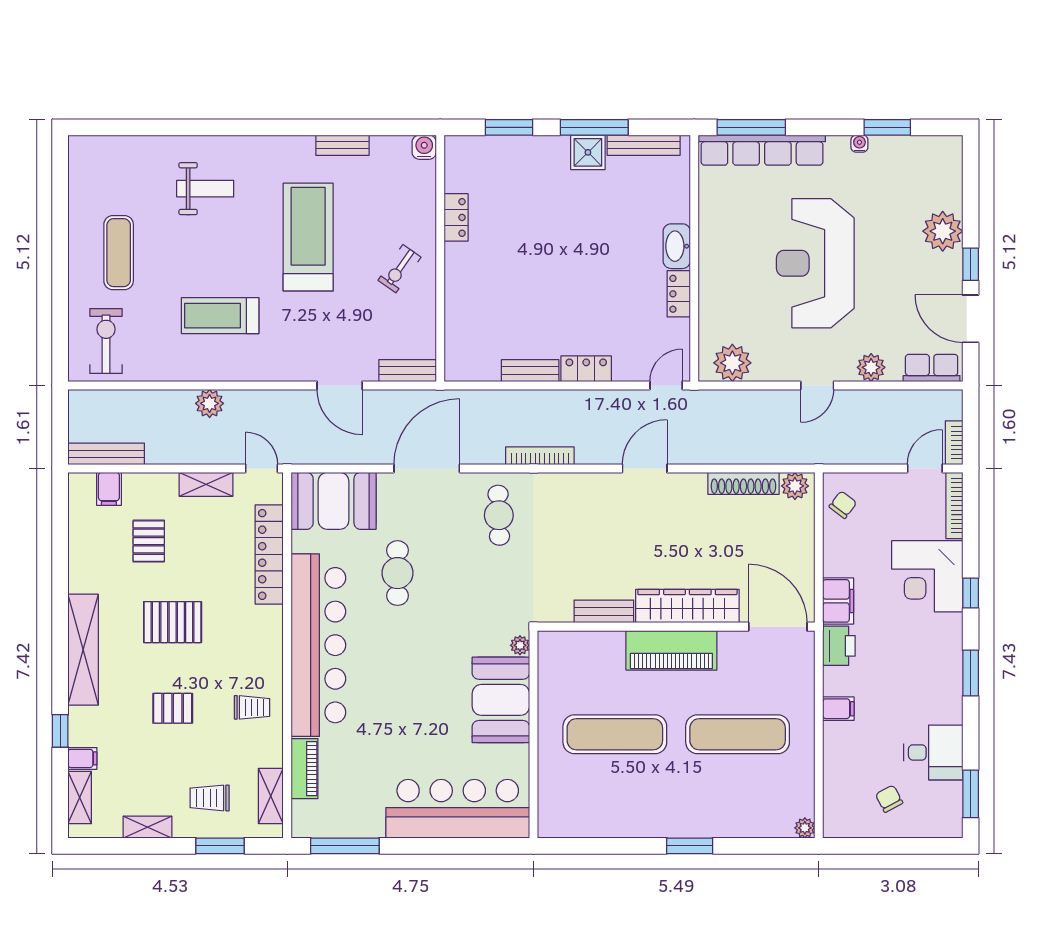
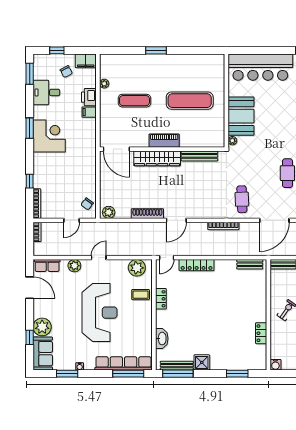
window: (594, 127) -> (178, 374), moved
sofa: (941, 172) -> (43, 354), added
washbasin: (677, 246) -> (162, 339), moved
window: (971, 264) -> (30, 337), moved
coffee table: (724, 303) -> (141, 295), added
locker: (586, 369) -> (197, 265), width x1.53
bench: (530, 371) -> (250, 264), moved
door: (925, 468) -> (72, 220), moved
shoe rack: (743, 483) -> (147, 214), moved
corner desk: (927, 576) -> (49, 136), moved
window: (971, 593) -> (30, 181), moved
filing cabinet: (838, 601) -> (86, 61), moved, turned -90
bench: (604, 611) -> (199, 156), width x1.36
printer: (839, 646) -> (89, 97), moved
piano: (671, 650) -> (164, 141), width x0.73, depth x0.75
exercise mat: (738, 734) -> (134, 101), width x0.73, depth x0.69
plant: (805, 828) -> (104, 84), moved
window: (910, 846) -> (57, 50), added

